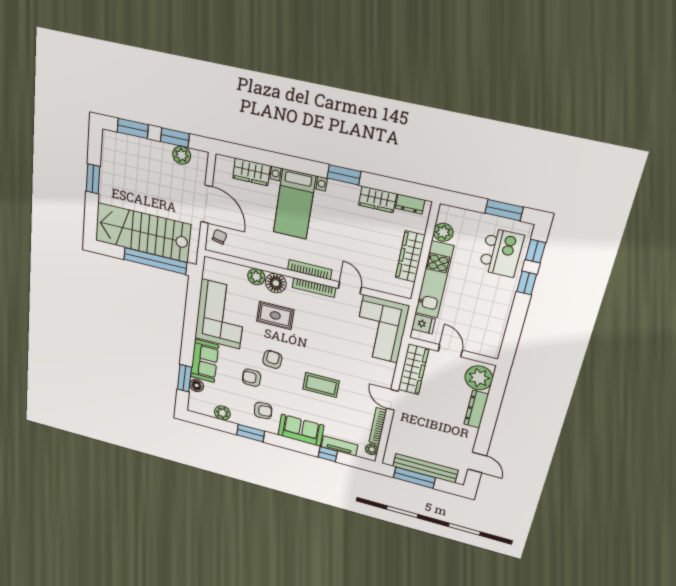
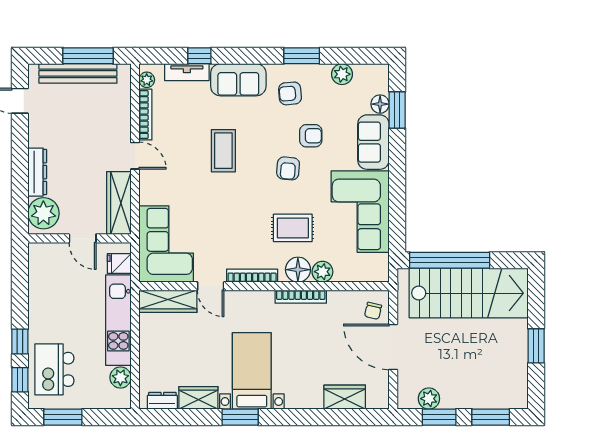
bed with nightstands: (295, 204) -> (252, 371), moved
wardrobe: (410, 257) -> (168, 301), moved, turned 90
bookcase: (310, 270) -> (301, 297), moved
coffee table: (321, 385) -> (223, 151), turned 90

